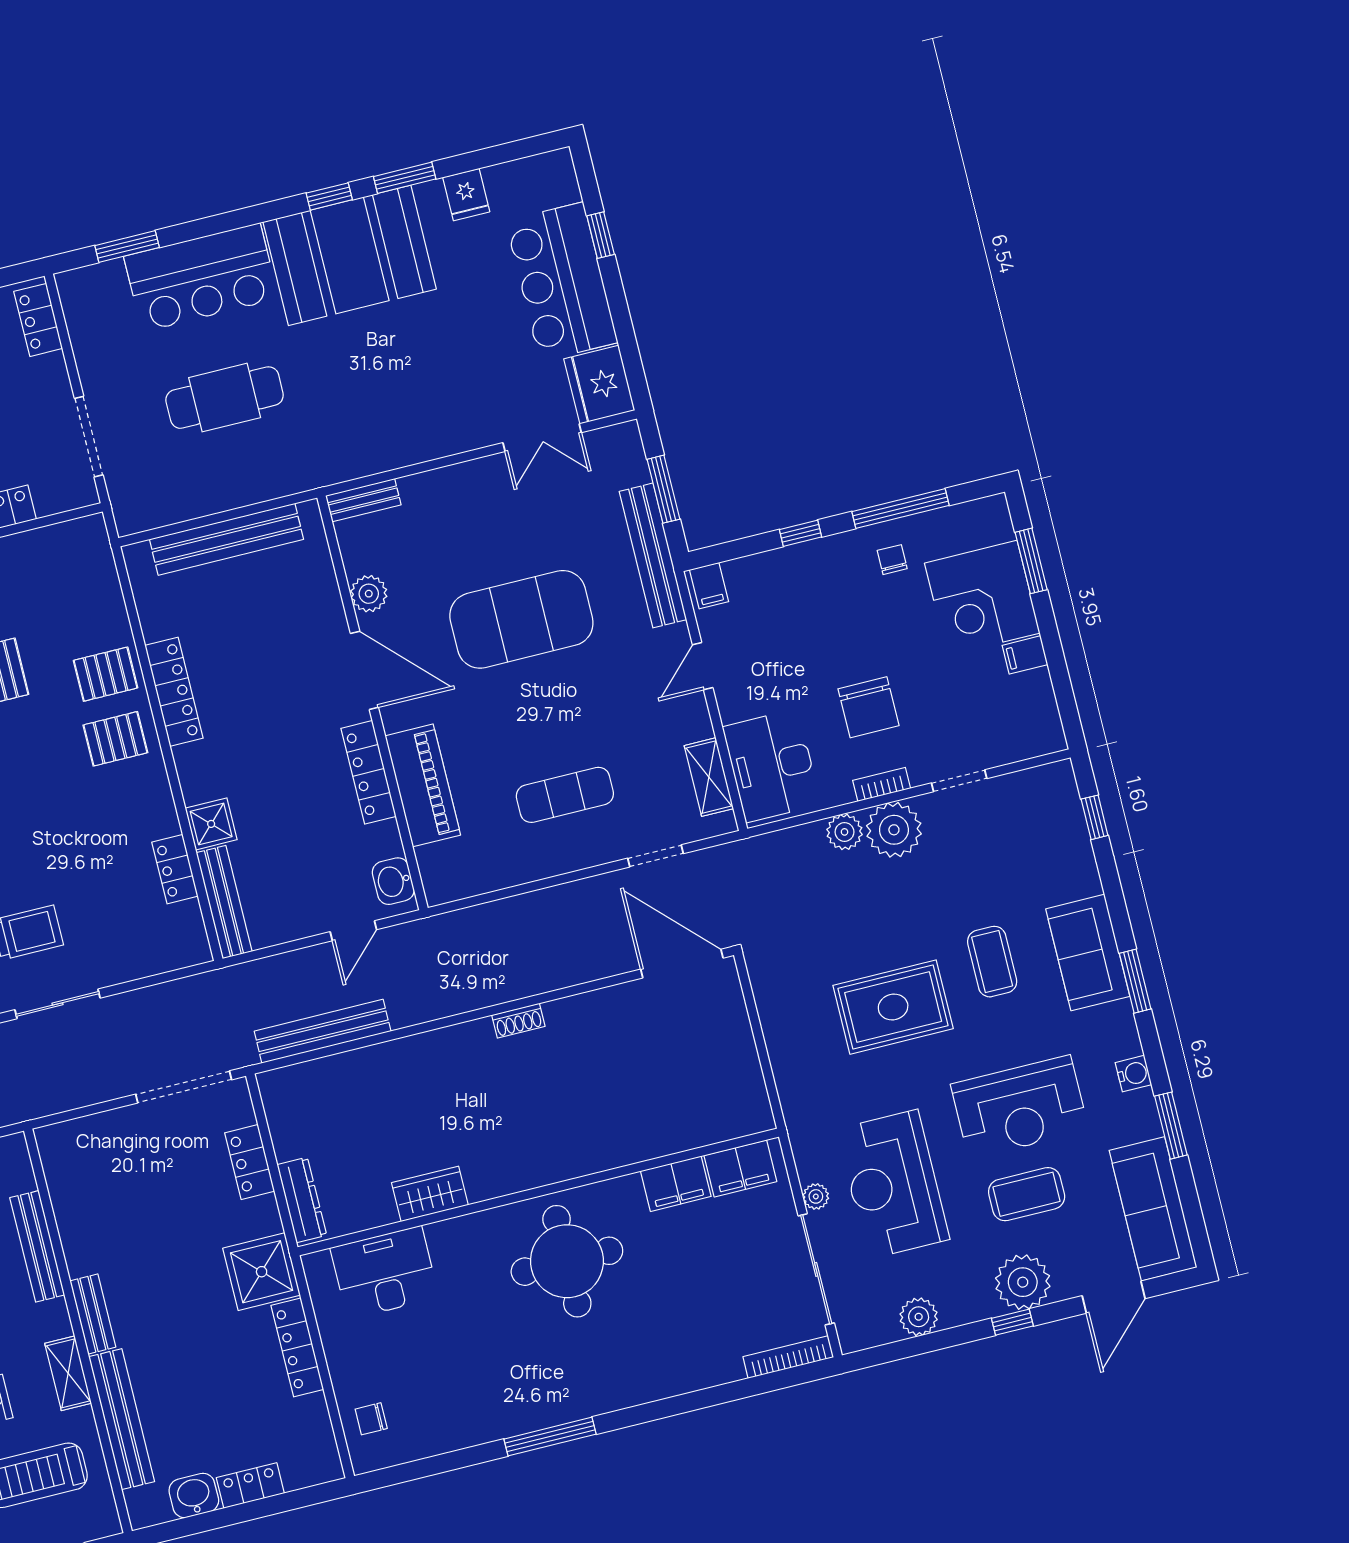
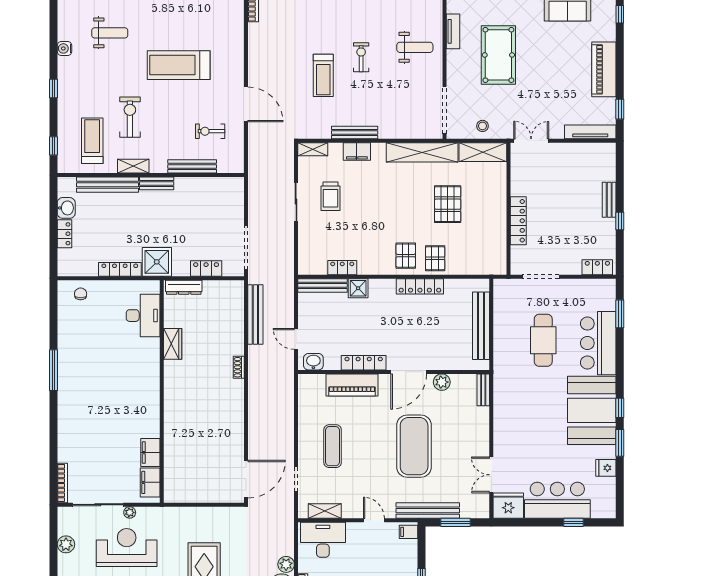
shoe rack: (518, 1021) -> (239, 367), moved
round table: (567, 1261) -> (128, 397), removed

